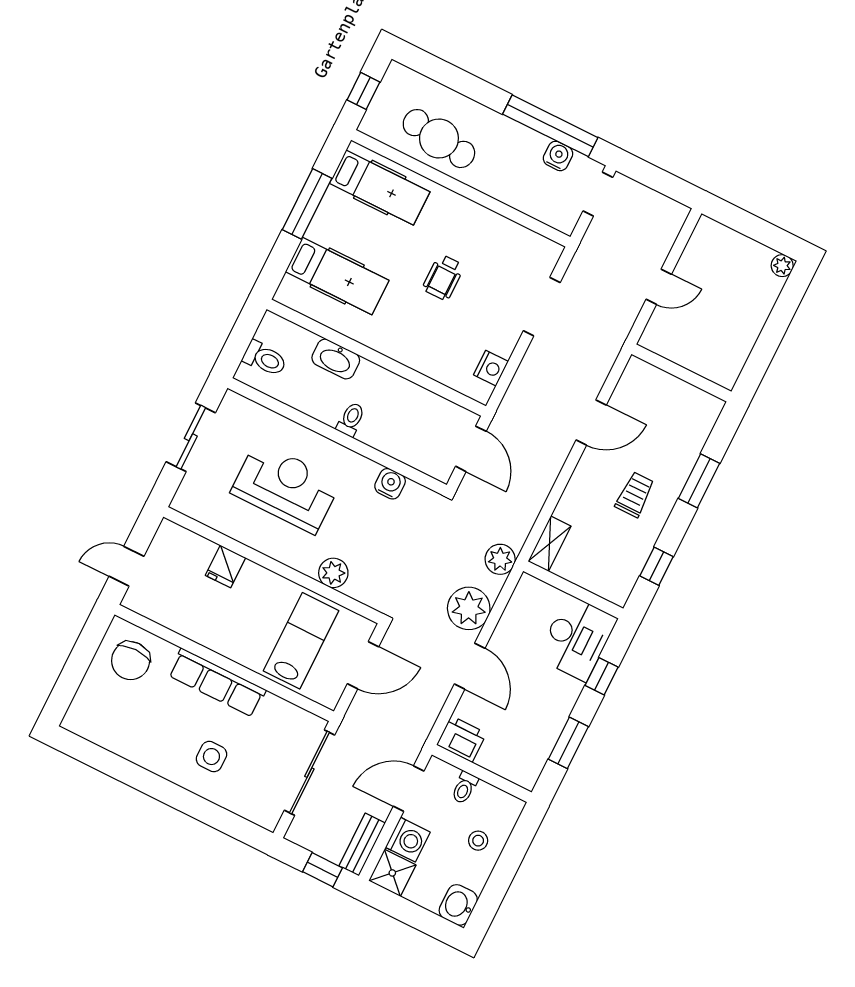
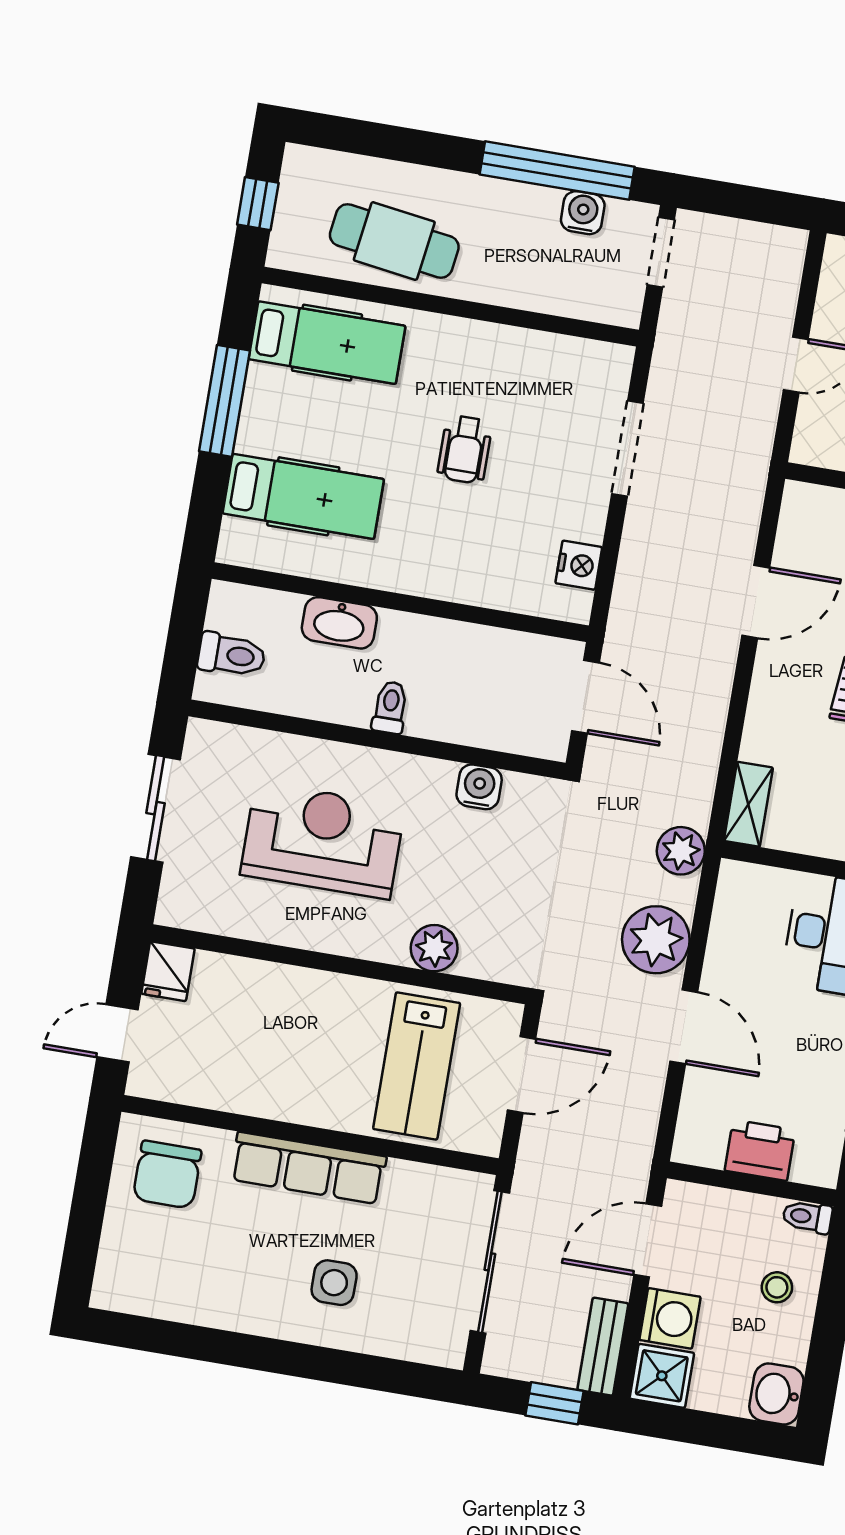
fridge: (226, 566) -> (168, 971), moved
lab bench: (301, 641) -> (417, 1066), turned 180
printer: (462, 739) -> (760, 1150), moved
toilet: (464, 788) -> (807, 1217), moved, turned 90

